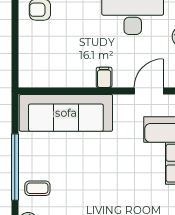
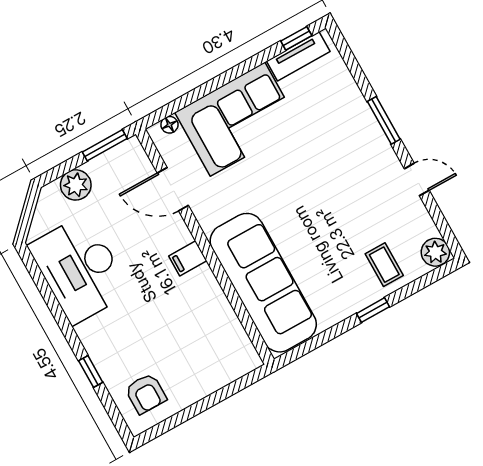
window: (15, 167) -> (373, 310), width x0.32

